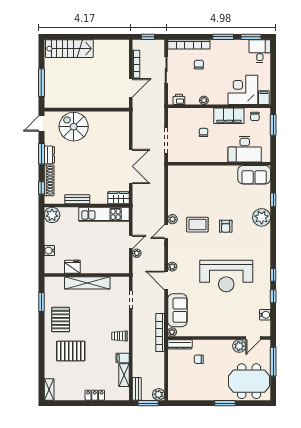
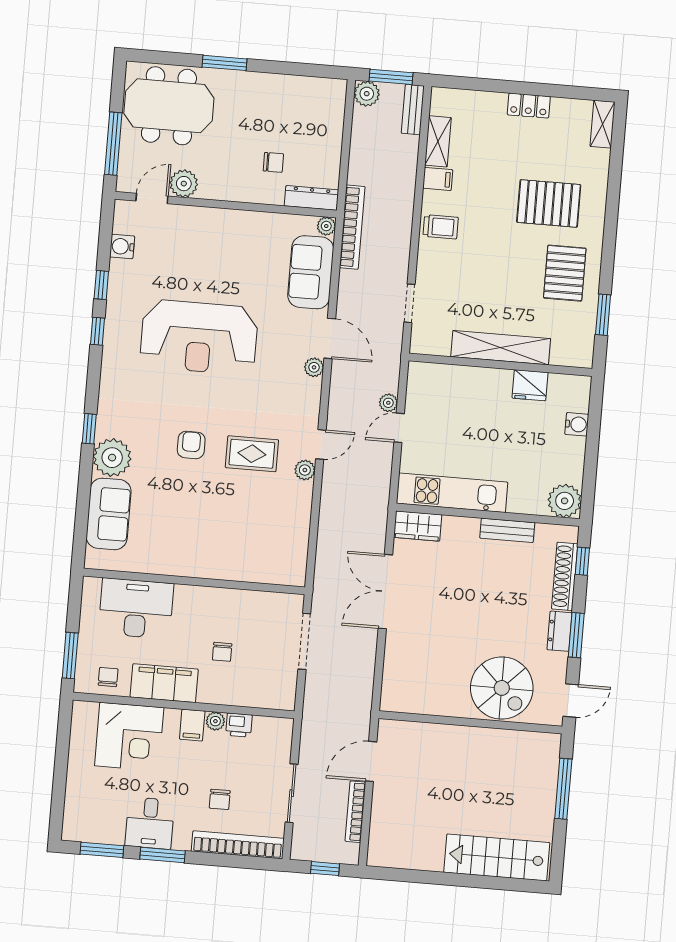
desk: (260, 51) -> (150, 823), moved
filing cabinet: (264, 98) -> (192, 725), moved
printer: (179, 99) -> (239, 725), moved
sofa: (254, 175) -> (109, 514), moved, turned 90
window: (273, 200) -> (89, 429), moved
reception desk: (226, 276) -> (199, 337), turned 180
locker: (95, 395) -> (529, 106), moved

